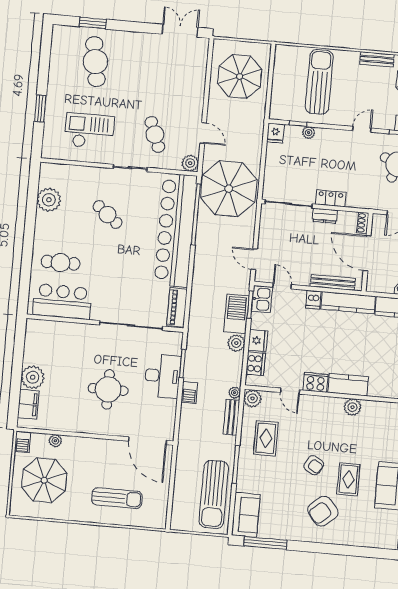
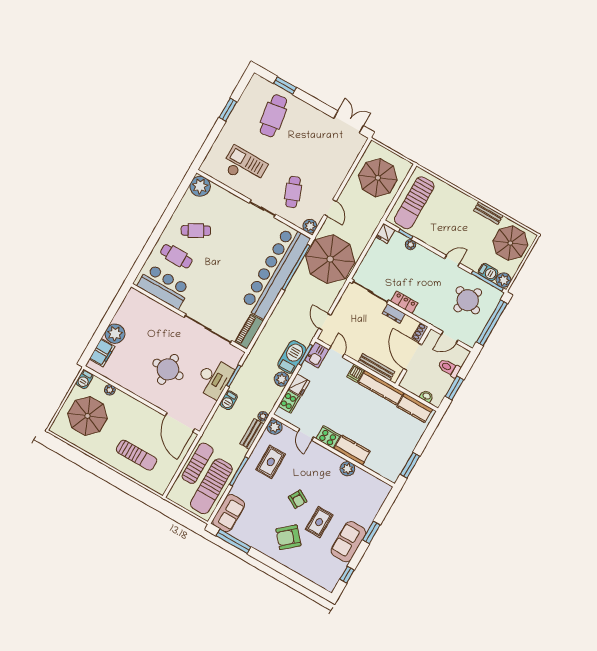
sun lounger: (319, 82) -> (414, 203), moved, turned 180
window: (40, 108) -> (228, 110), moved
plant: (49, 200) -> (200, 186), moved
cafe table: (108, 214) -> (196, 231), moved, turned -68
sun lounger: (187, 476) -> (198, 463), added

